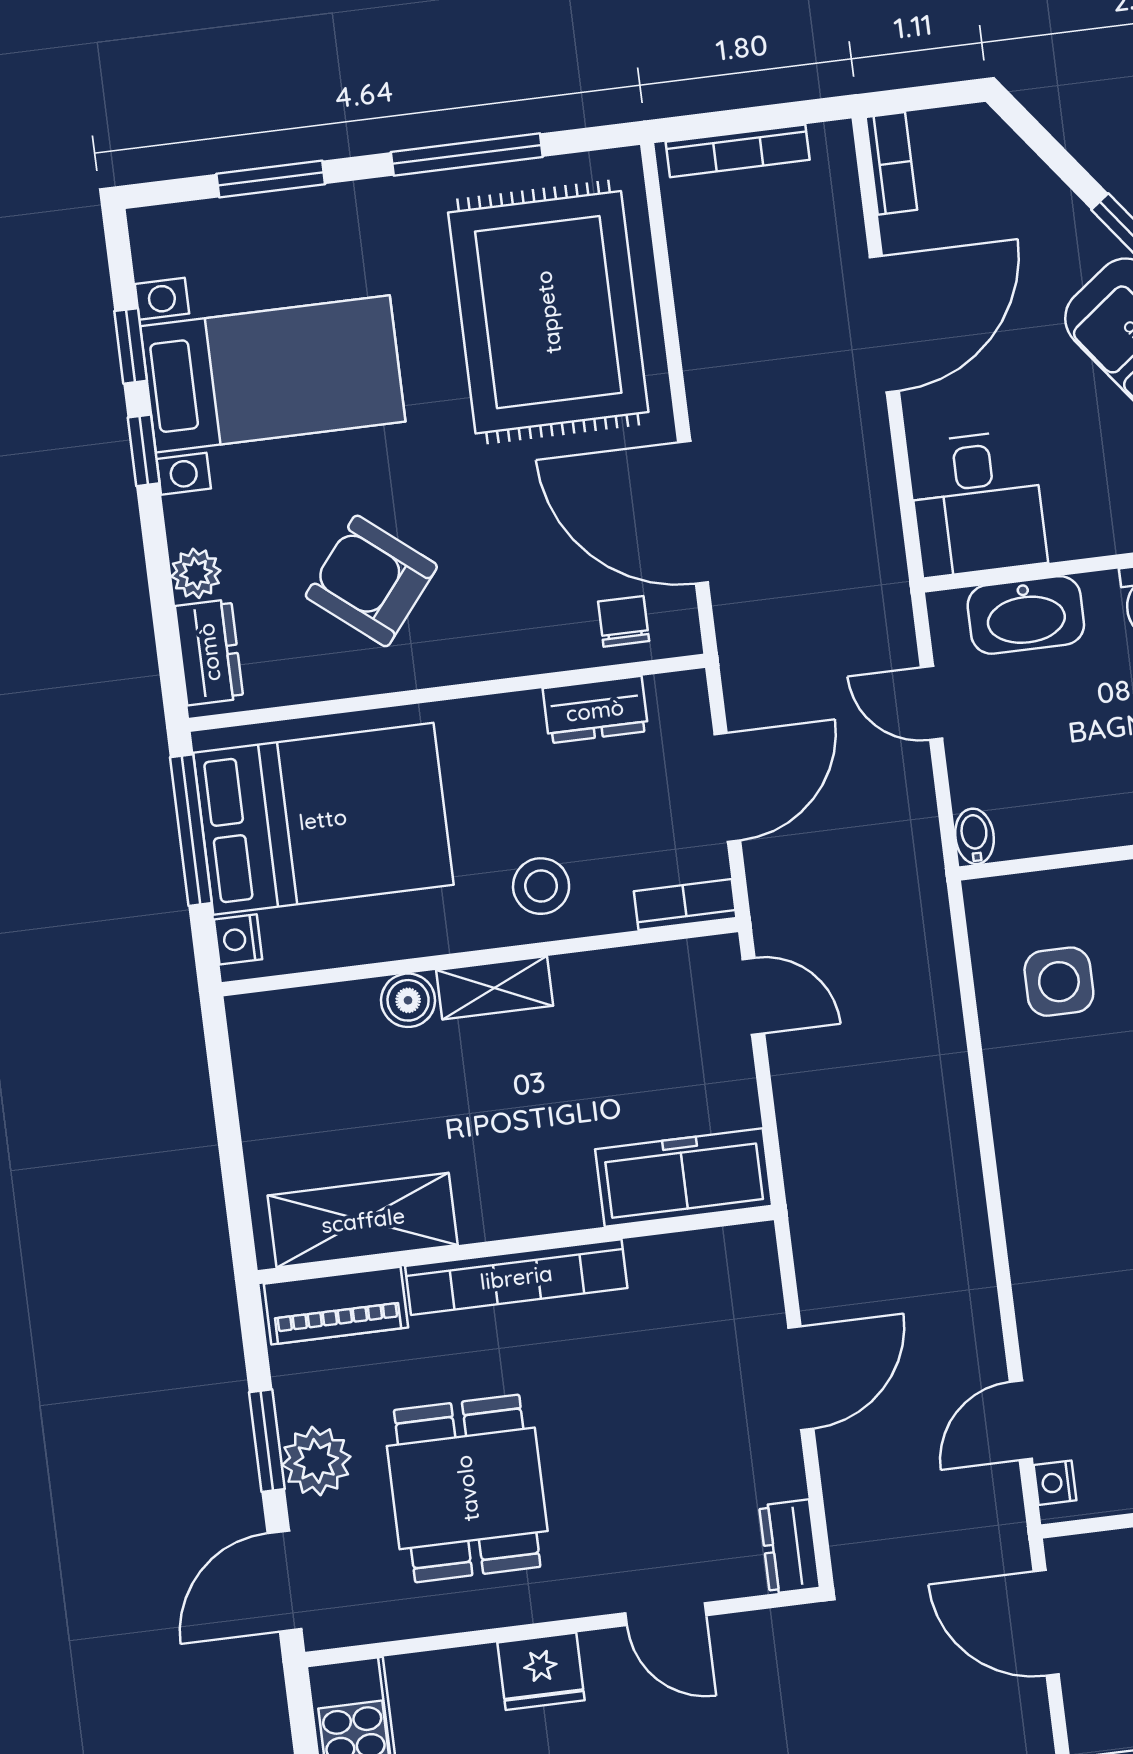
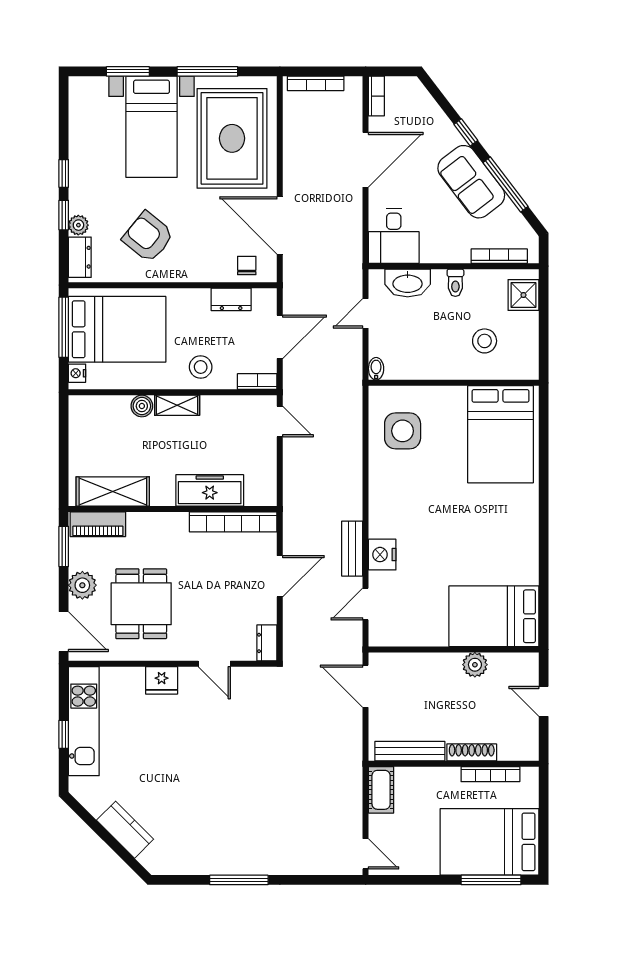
window: (131, 346) -> (64, 215), moved
bed with nightstands: (273, 374) -> (151, 127), moved, turned 90
door: (932, 703) -> (366, 313), hinge flipped
side table: (1059, 982) -> (403, 431), width x1.37, depth x1.37
freezer: (684, 1178) -> (210, 490), moved
bookcase: (516, 1277) -> (233, 522), moved
bench: (971, 1288) -> (352, 549), added
window: (267, 1441) -> (64, 546), moved
nightstand: (1055, 1483) -> (382, 555), moved, width x1.89, depth x1.79
door: (284, 1581) -> (64, 632), swing flipped

